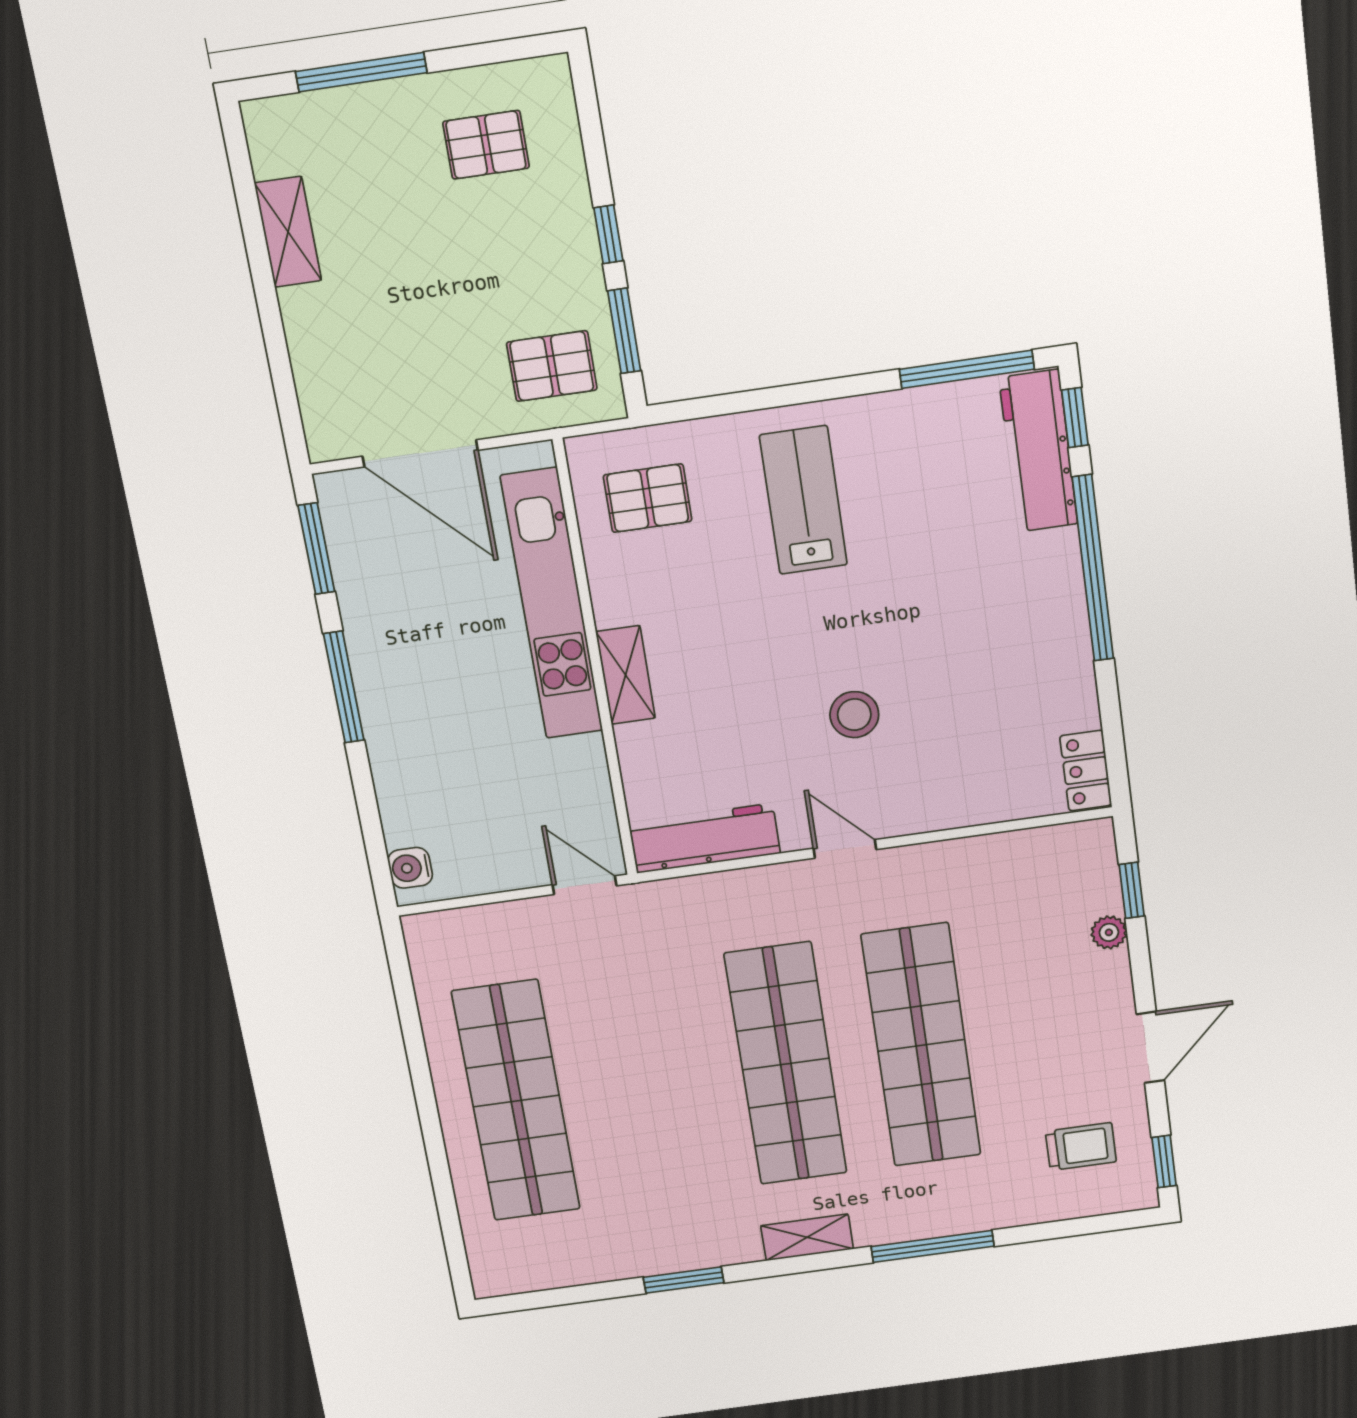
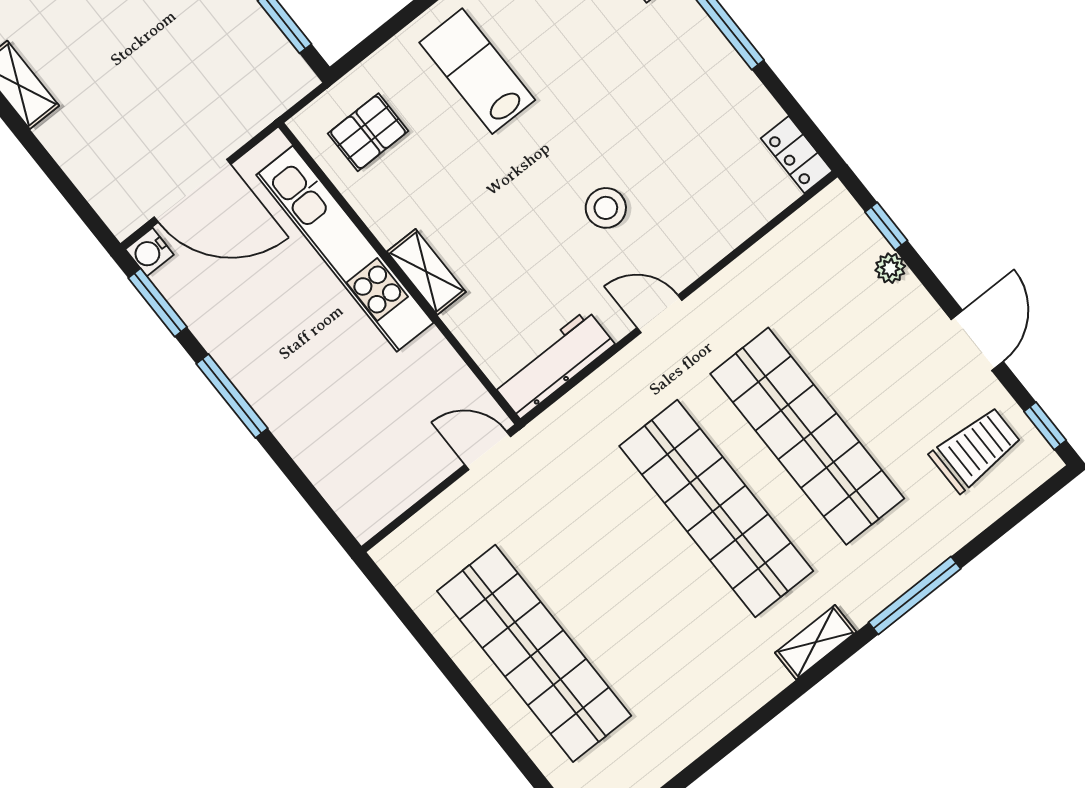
pallet: (552, 366) -> (249, 76), removed
water cooler: (410, 868) -> (150, 252), moved
trolley: (1081, 1147) -> (975, 449), width x1.36, depth x1.39
window: (684, 1280) -> (743, 732), removed

